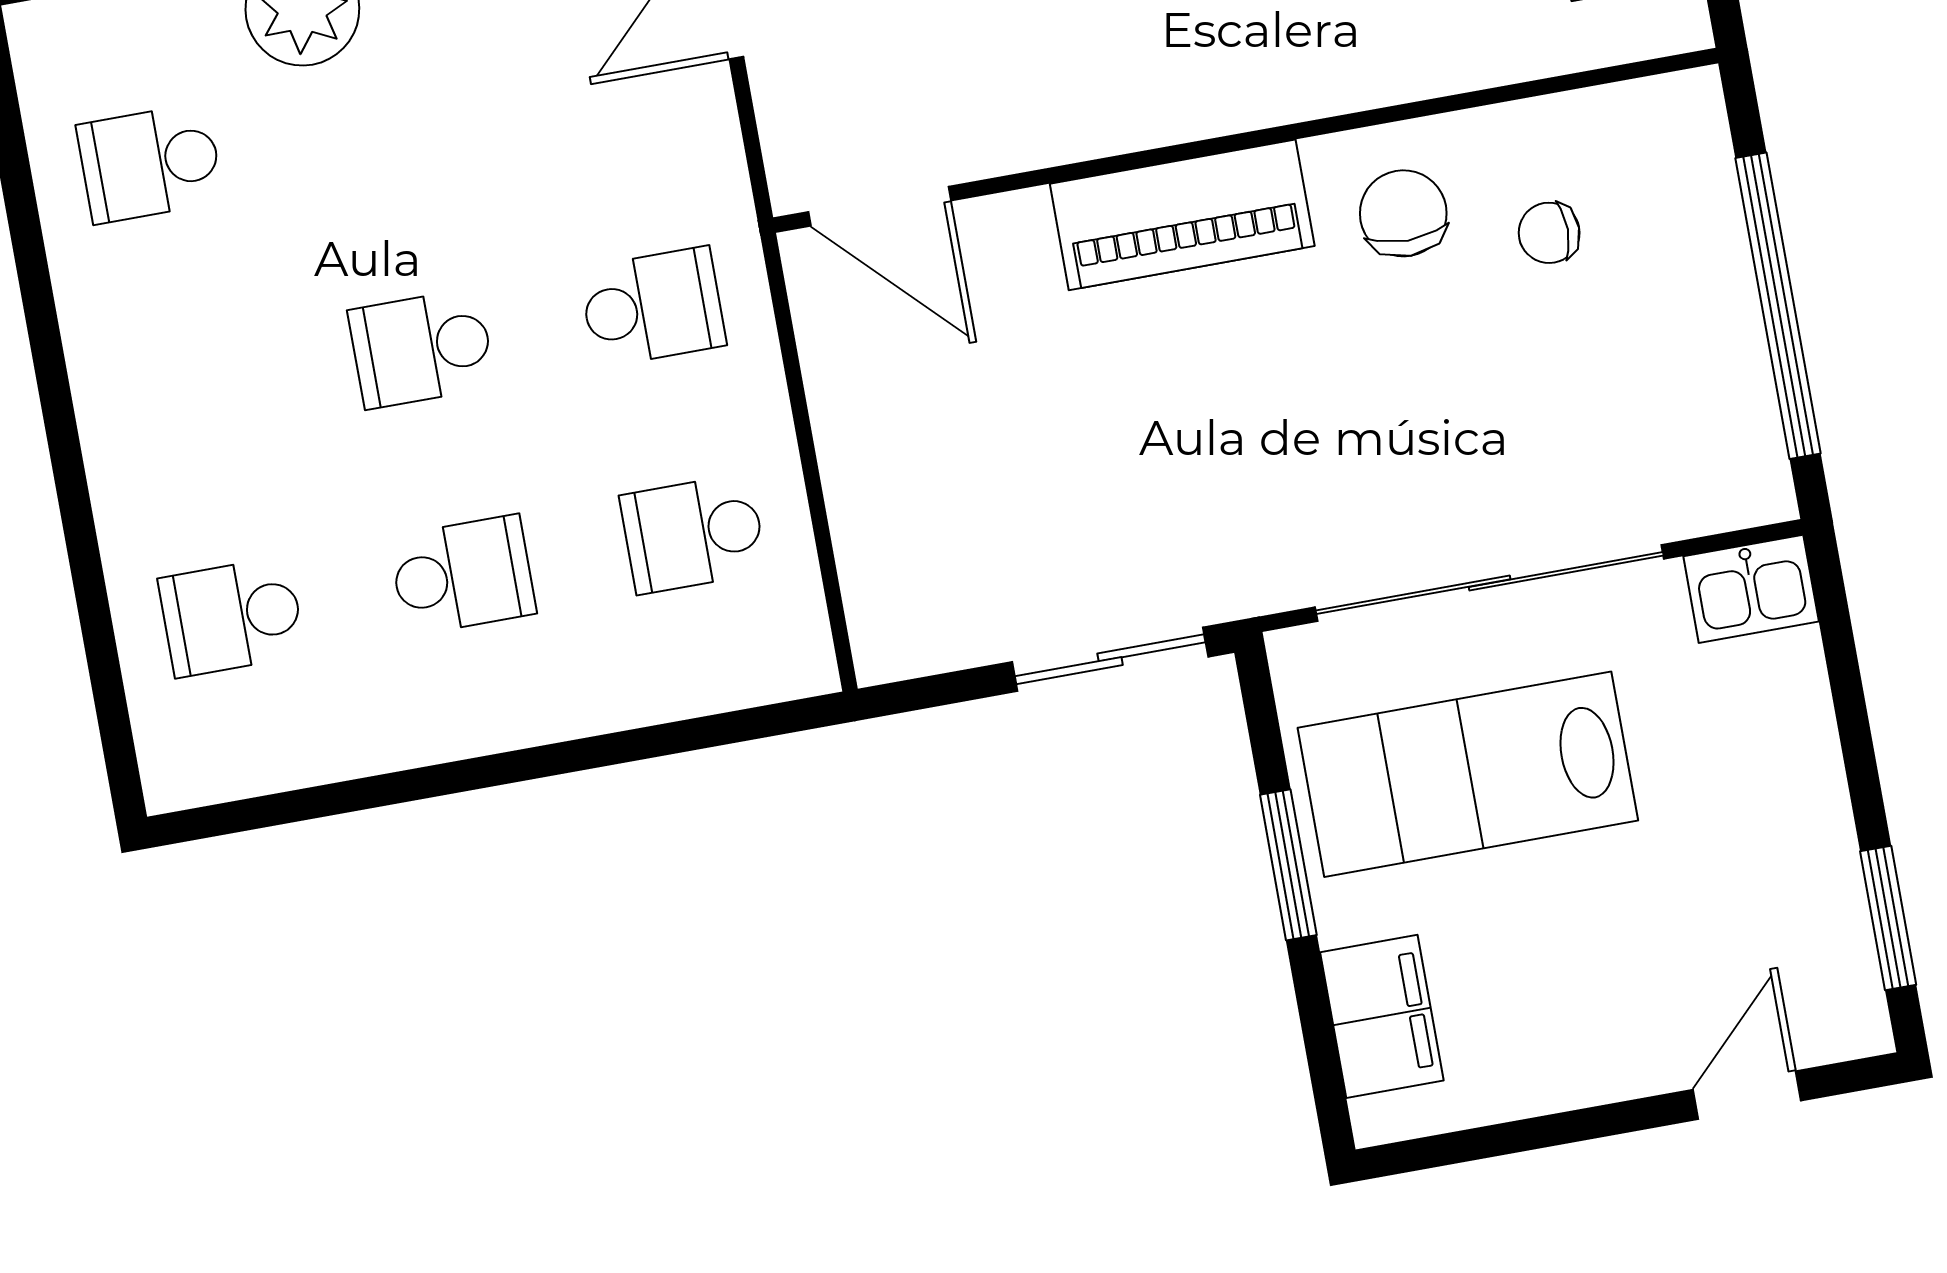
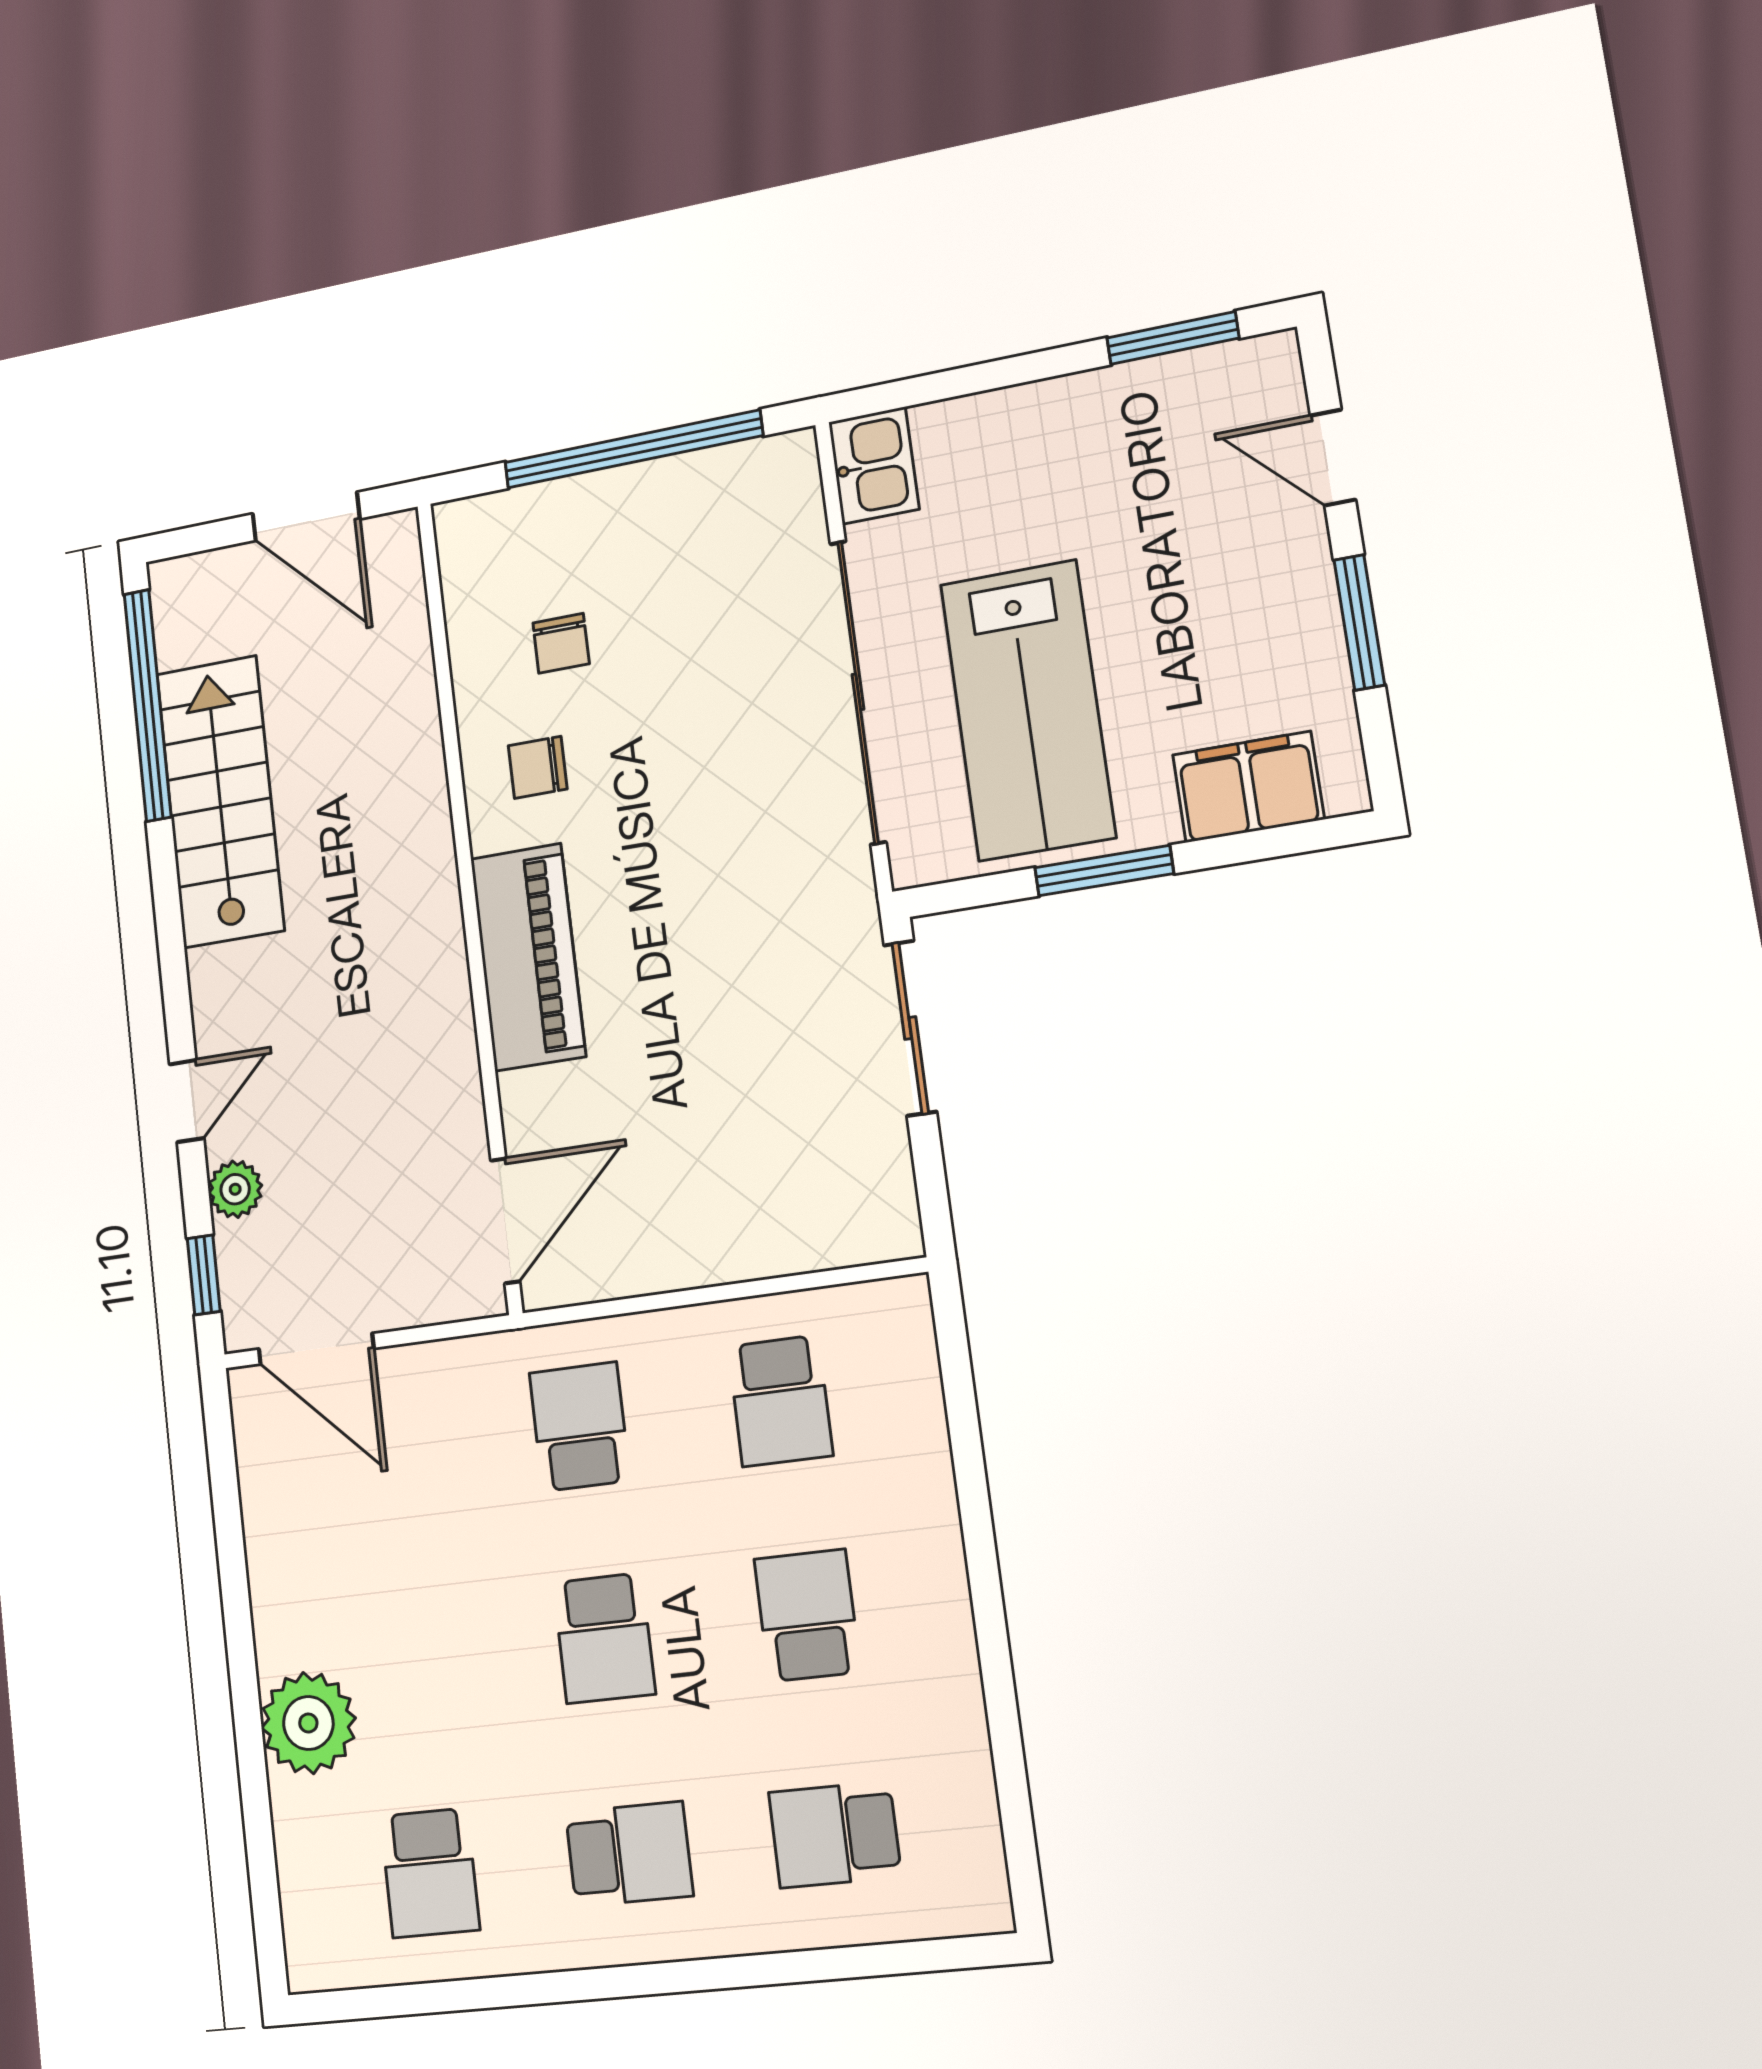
chair: (1403, 213) -> (538, 767), width x0.73, depth x0.73
school desk: (191, 390) -> (629, 1854), added
school desk: (232, 617) -> (835, 1835), turned 90
window: (1563, 1128) -> (1359, 622), added

